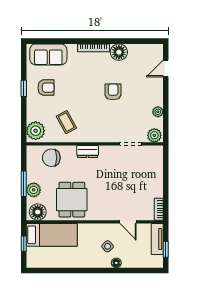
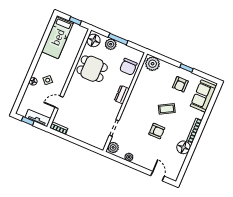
coffee table: (66, 122) -> (167, 109), moved
chair: (51, 158) -> (128, 67), turned 180
bed: (52, 235) -> (58, 37), moved

